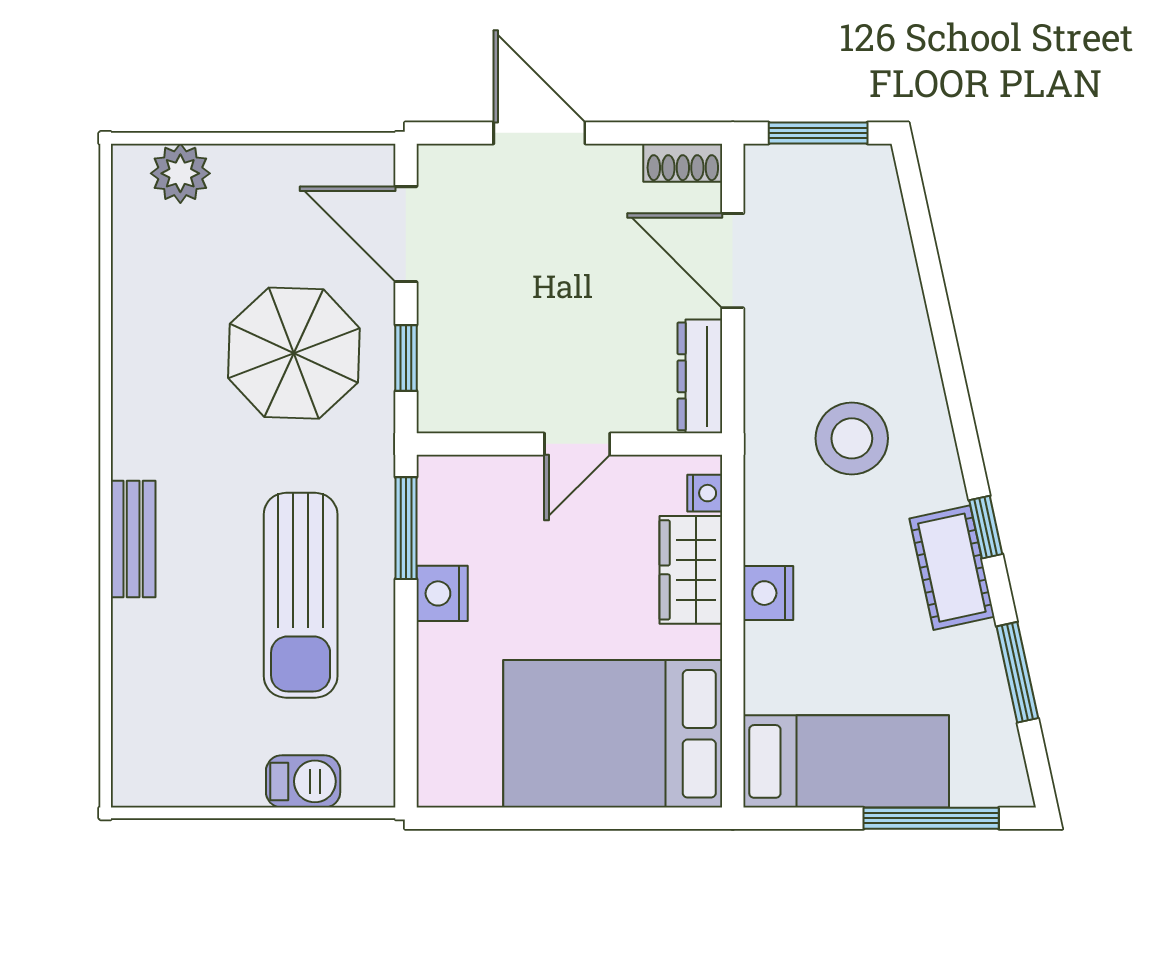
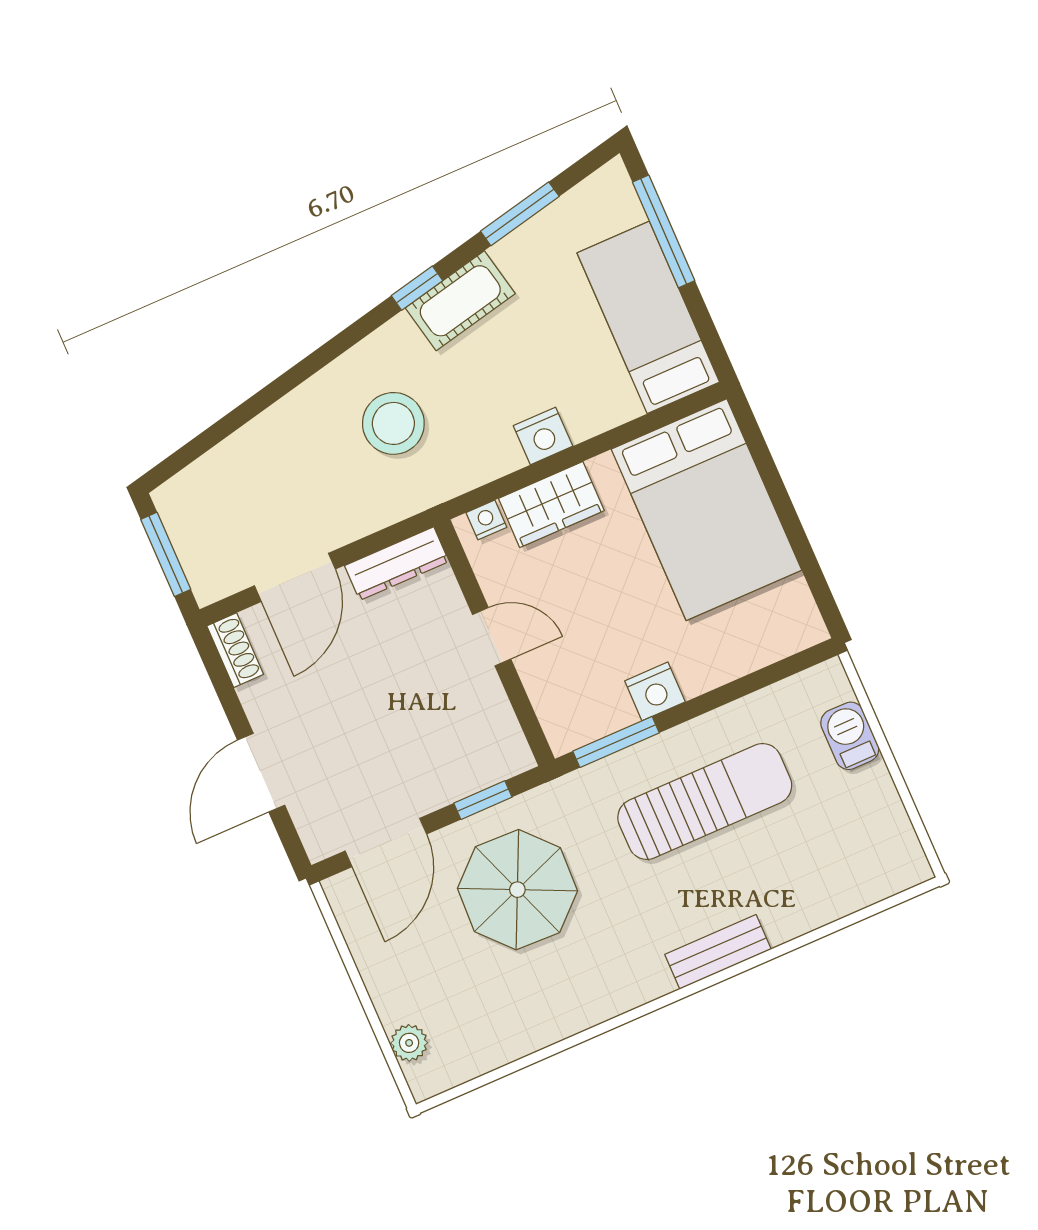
plant: (180, 173) -> (409, 1043), width x0.73, depth x0.73

